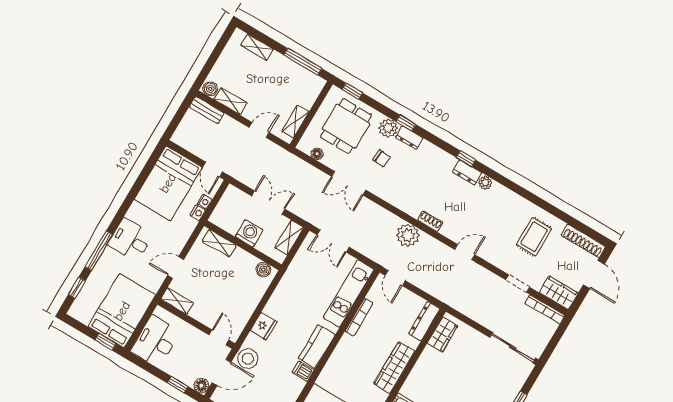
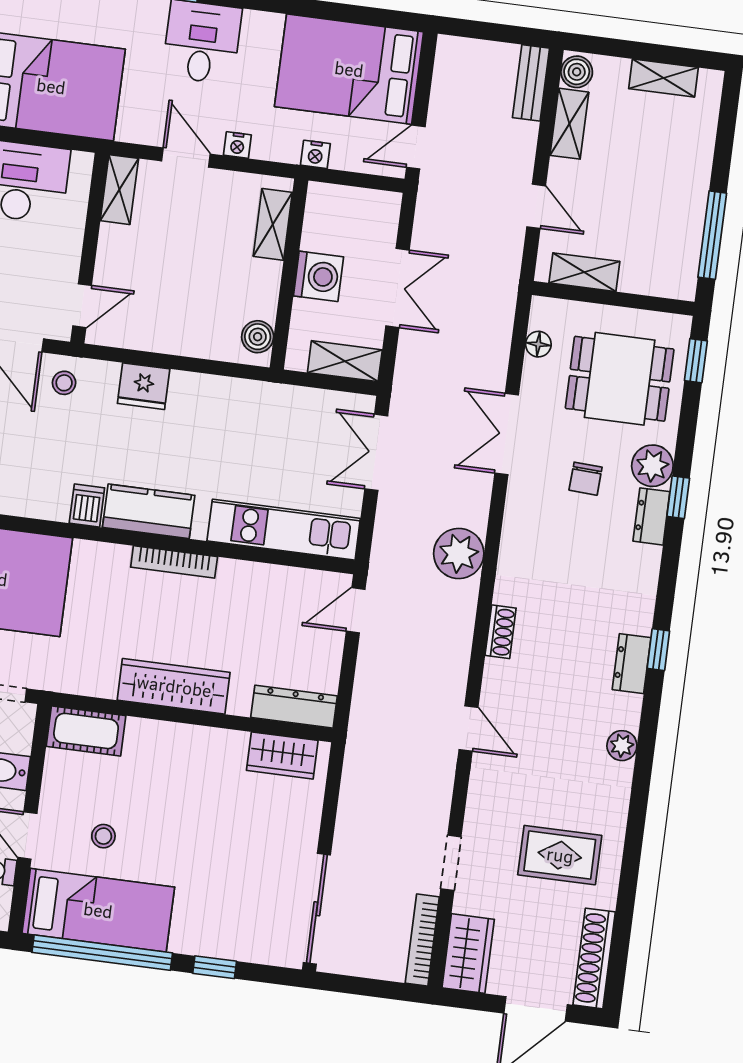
shelving: (257, 47) -> (664, 78), moved, turned 90
plant: (485, 183) -> (622, 746), moved
nightstand: (205, 202) -> (237, 145), moved
plant: (408, 235) -> (459, 553), moved
bookcase: (359, 317) -> (174, 562), moved
stool: (248, 359) -> (64, 383), width x0.53, depth x0.53

